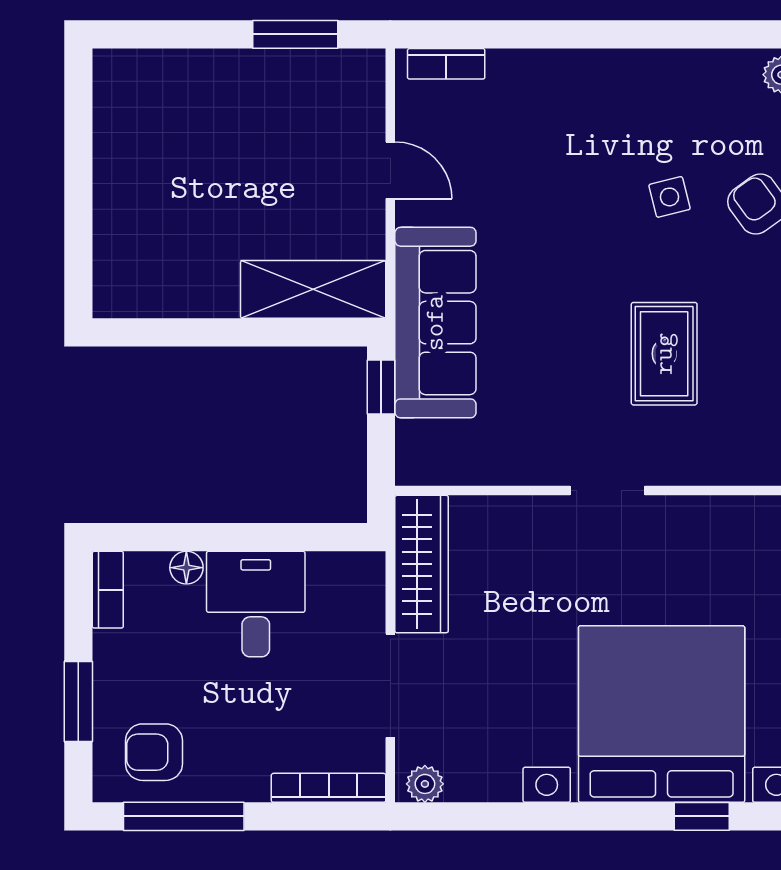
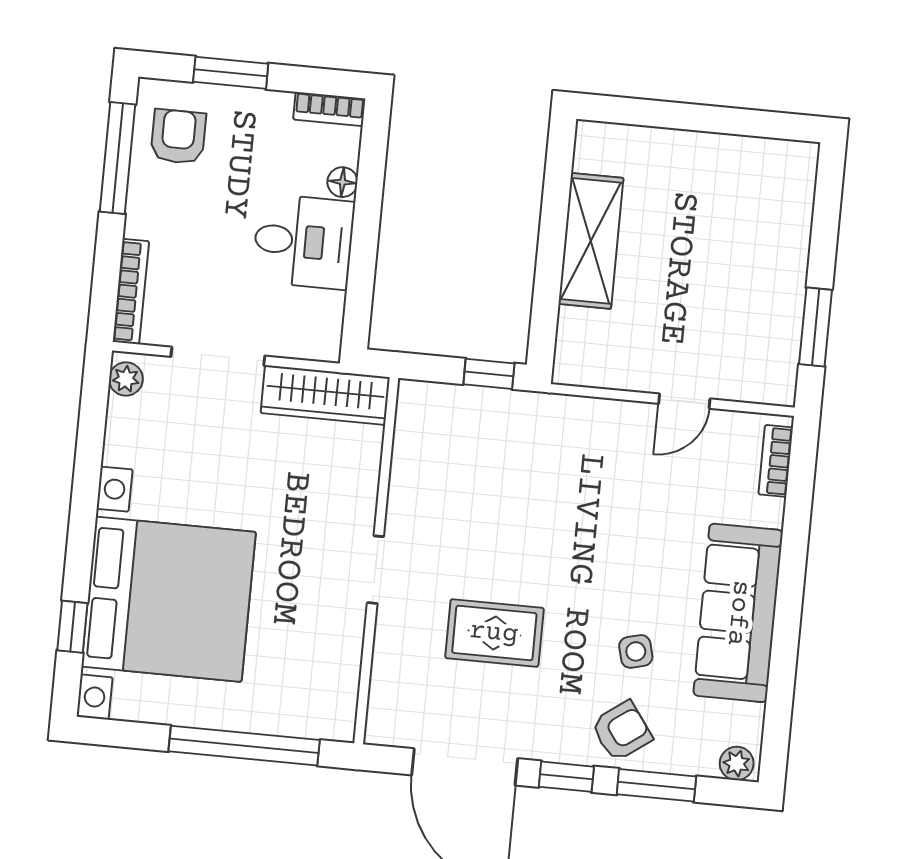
shelving: (313, 289) -> (591, 241), moved
sofa: (435, 323) -> (738, 613), moved, turned 90

